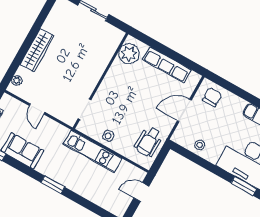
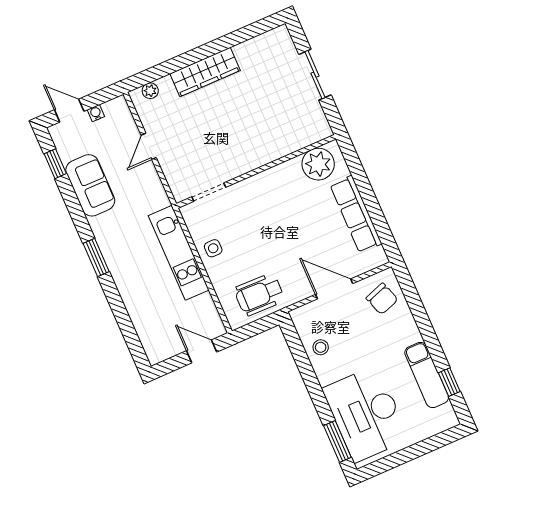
chair: (212, 97) -> (382, 299), turned 71

